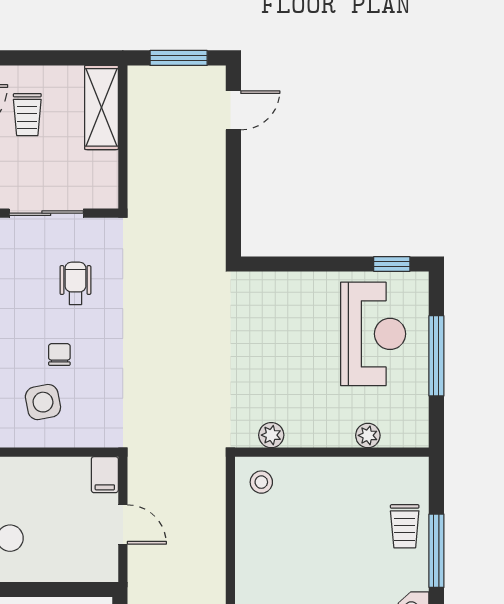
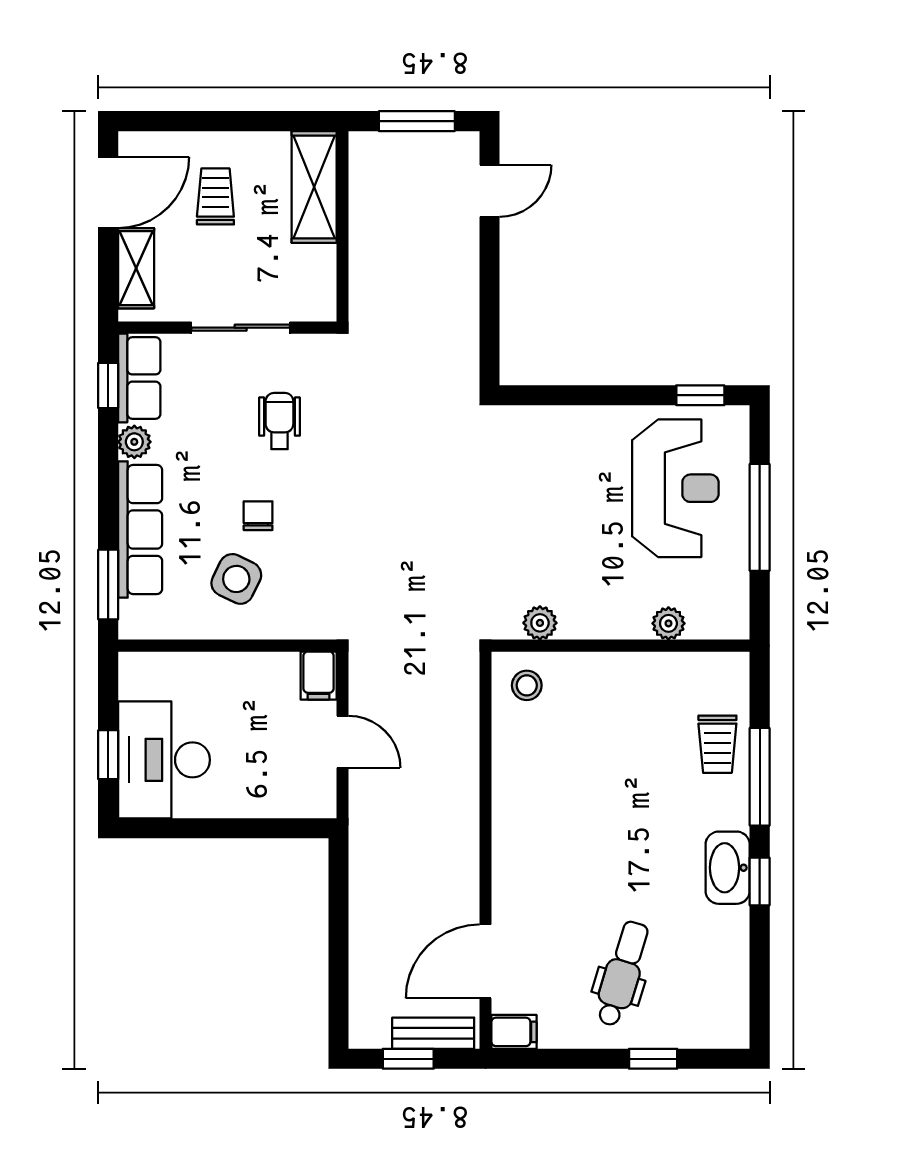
trolley: (27, 115) -> (215, 196), turned 180
side table: (43, 402) -> (236, 579), turned 37

